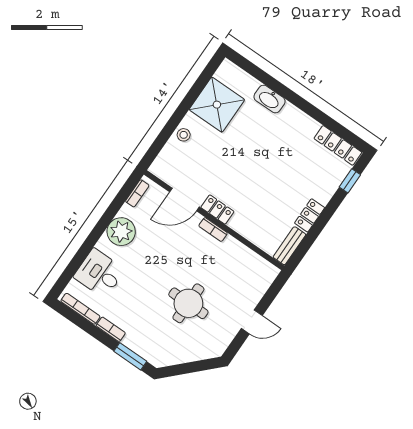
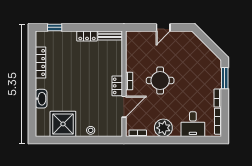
locker: (338, 145) -> (40, 63), moved
door: (184, 199) -> (124, 107), hinge flipped
round table: (188, 303) -> (160, 80), moved
door: (252, 322) -> (163, 27), swing flipped

